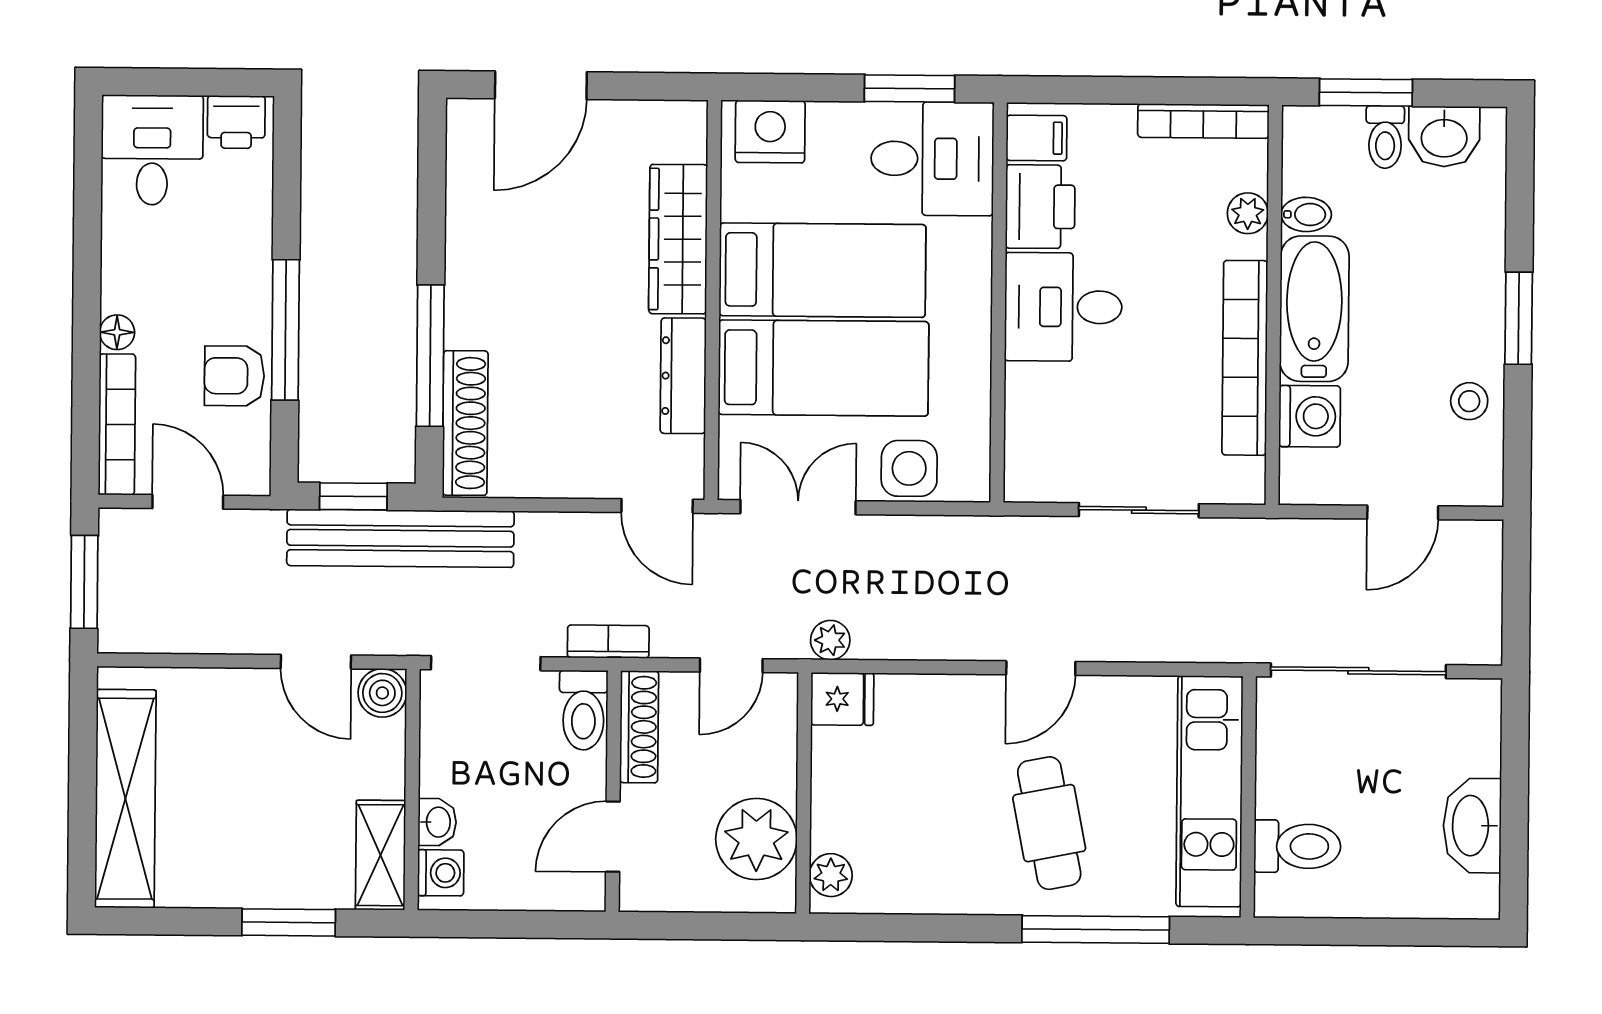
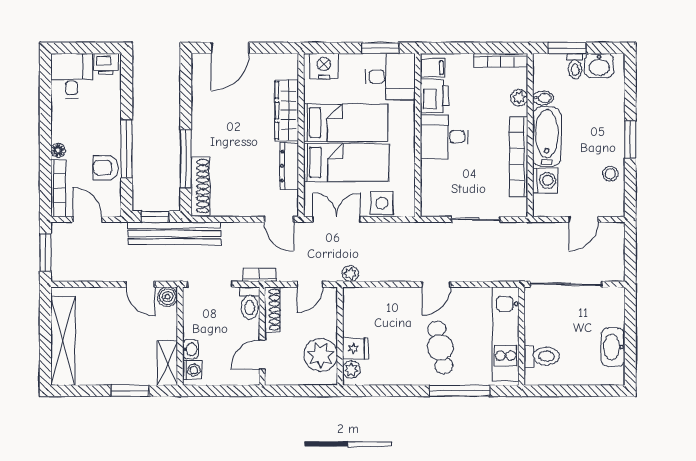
fridge: (842, 699) -> (355, 348), moved

